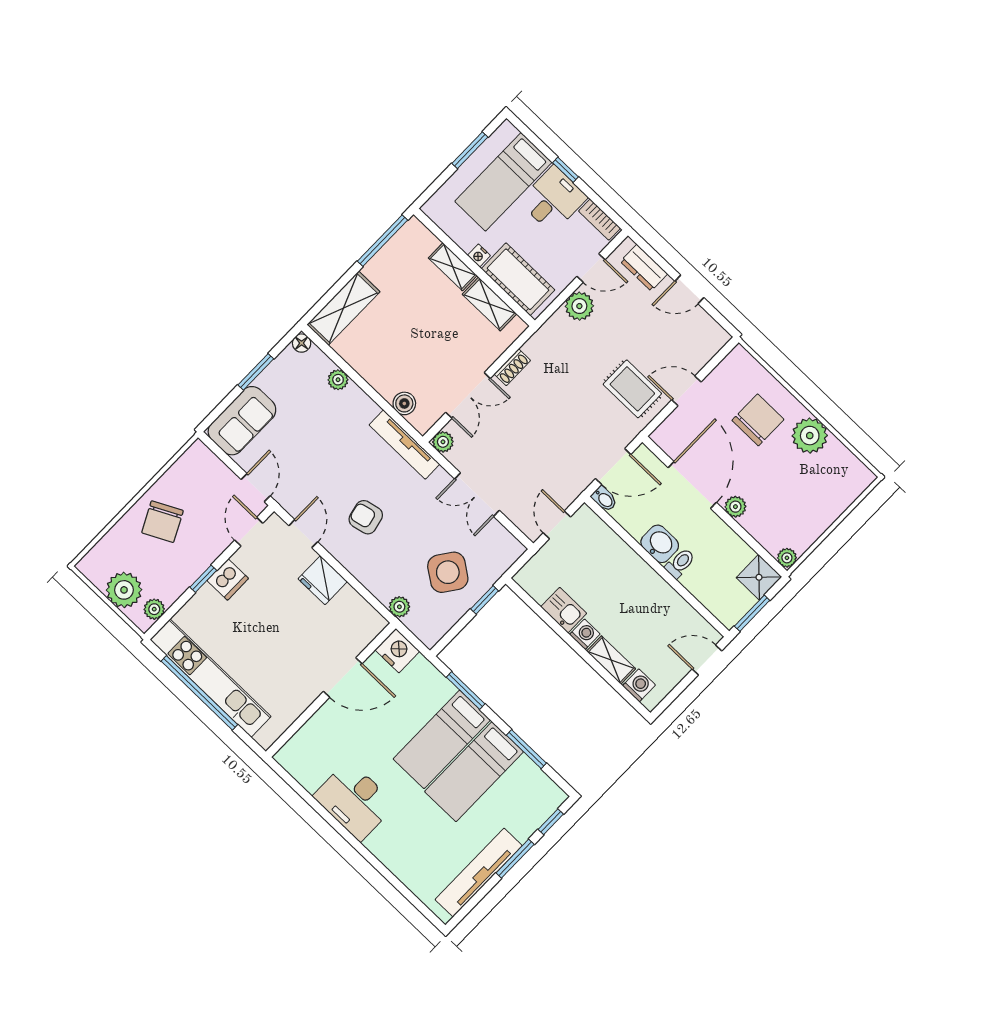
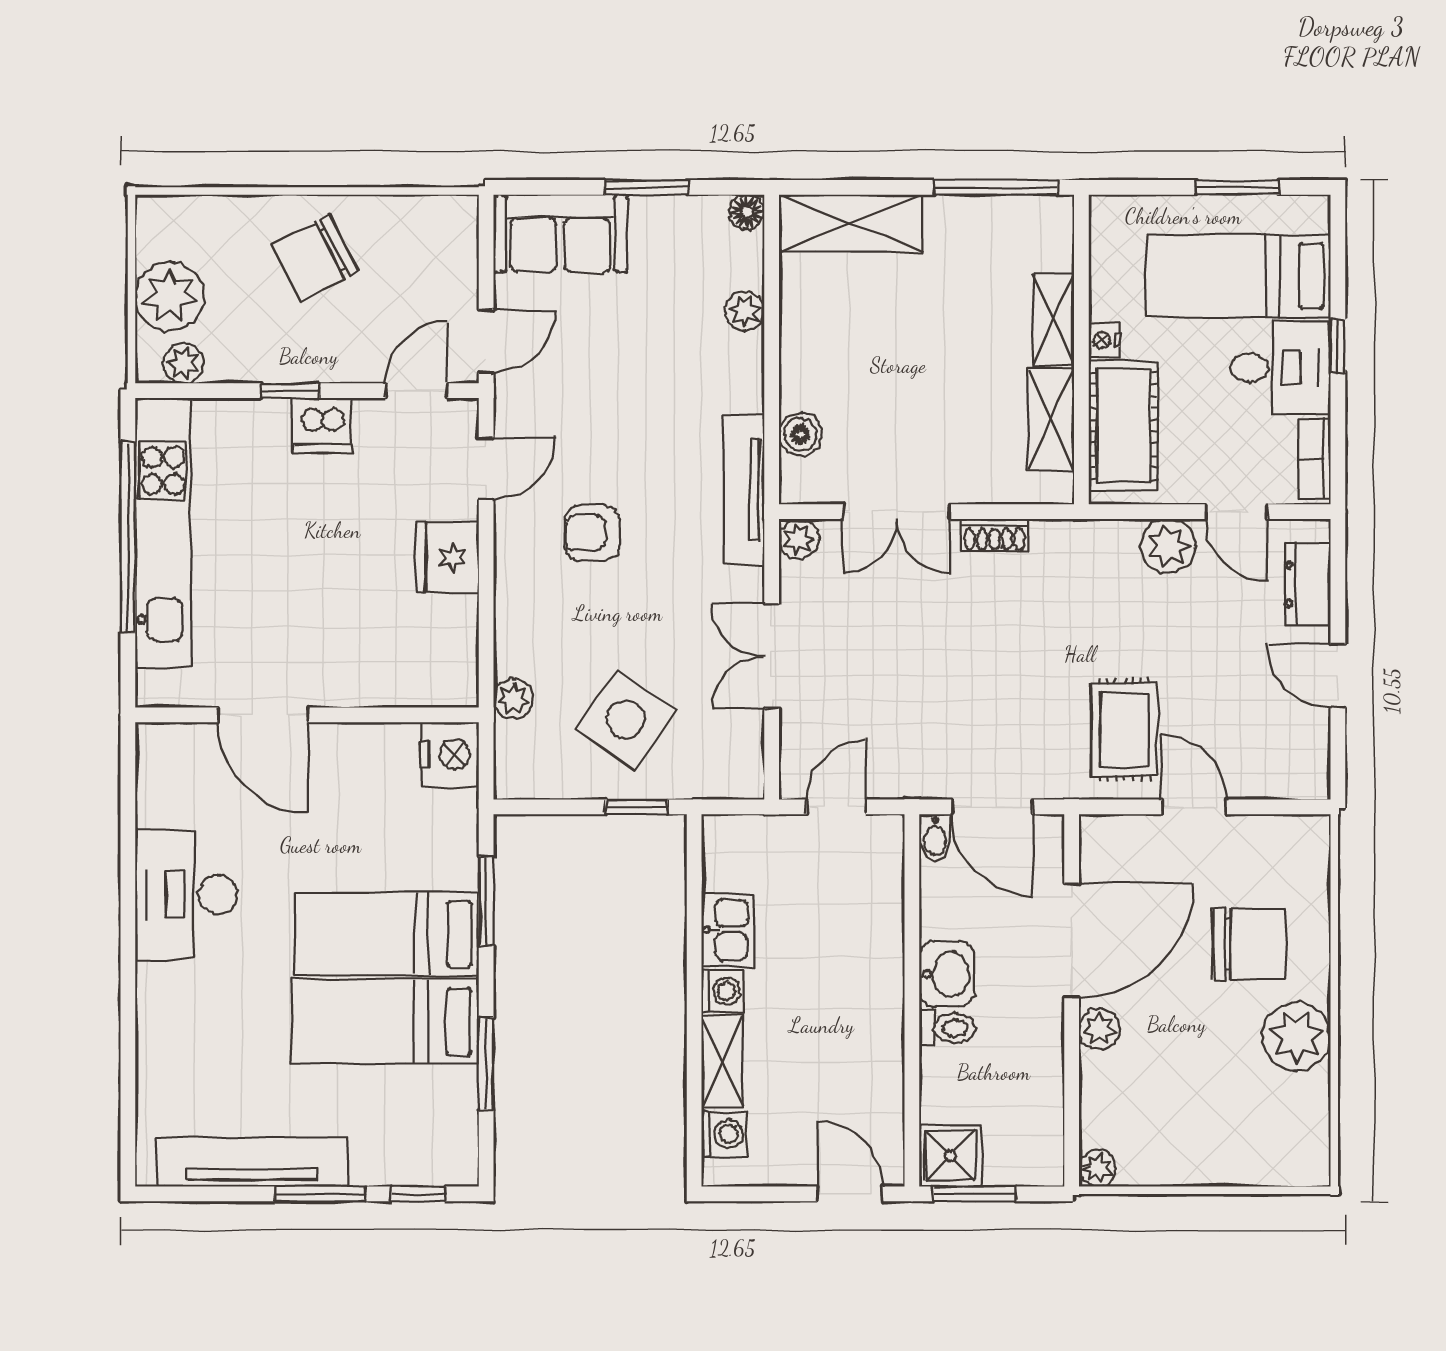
armchair: (366, 517) -> (592, 533), turned -77
shower: (759, 577) -> (950, 1156), moved
door: (343, 678) -> (263, 715), moved

